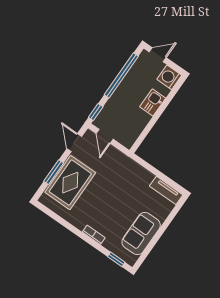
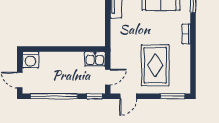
kitchen sink: (153, 102) -> (95, 59), moved
window: (54, 172) -> (173, 96), moved
rug: (70, 183) -> (155, 65), moved, turned 90

